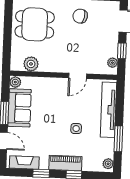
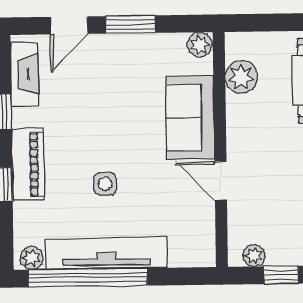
sofa: (20, 108) -> (190, 117), moved, turned 90
tv unit: (108, 110) -> (106, 253), moved
window: (118, 139) -> (88, 278), width x2.11

